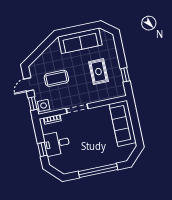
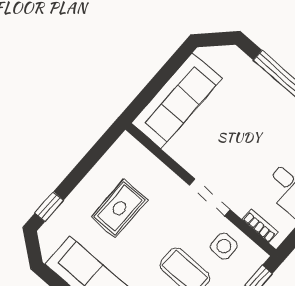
window: (125, 75) -> (49, 207), moved
side table: (44, 105) -> (224, 246), moved

